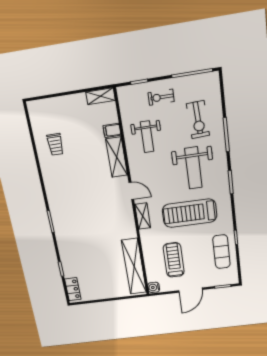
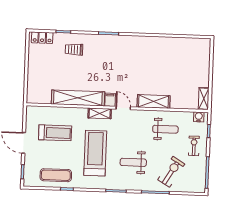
exercise bike: (198, 120) -> (171, 172), turned 124
filing cabinet: (112, 130) -> (110, 100), moved
weight bench: (147, 137) -> (165, 129), turned 180
trolley: (55, 144) -> (74, 50), moved
weight bench: (193, 168) -> (133, 162), width x0.73, depth x0.75
door: (131, 191) -> (123, 108), swing flipped
shelving: (134, 267) -> (78, 98), moved
water cooler: (154, 287) -> (199, 117), moved

